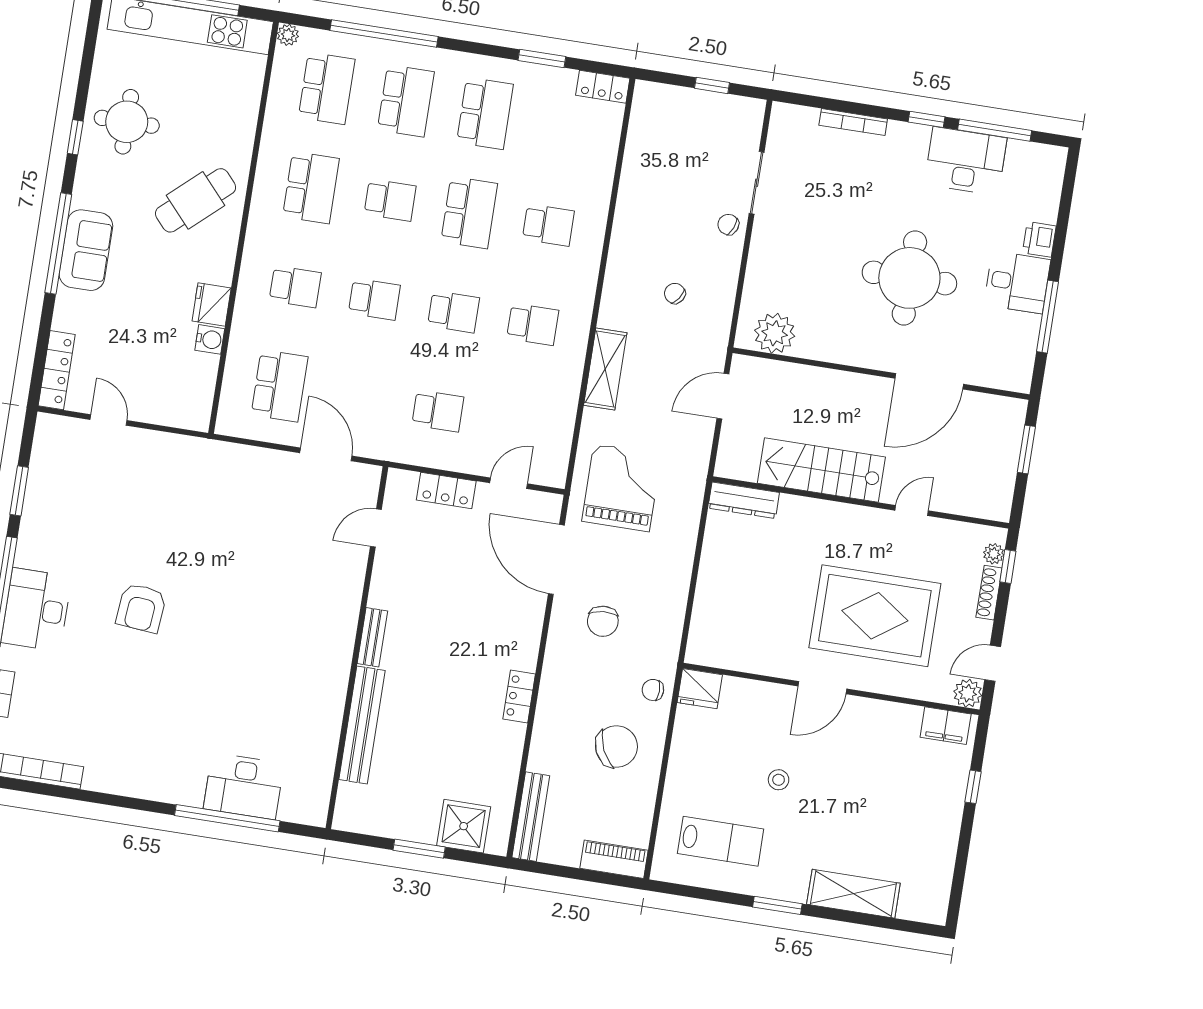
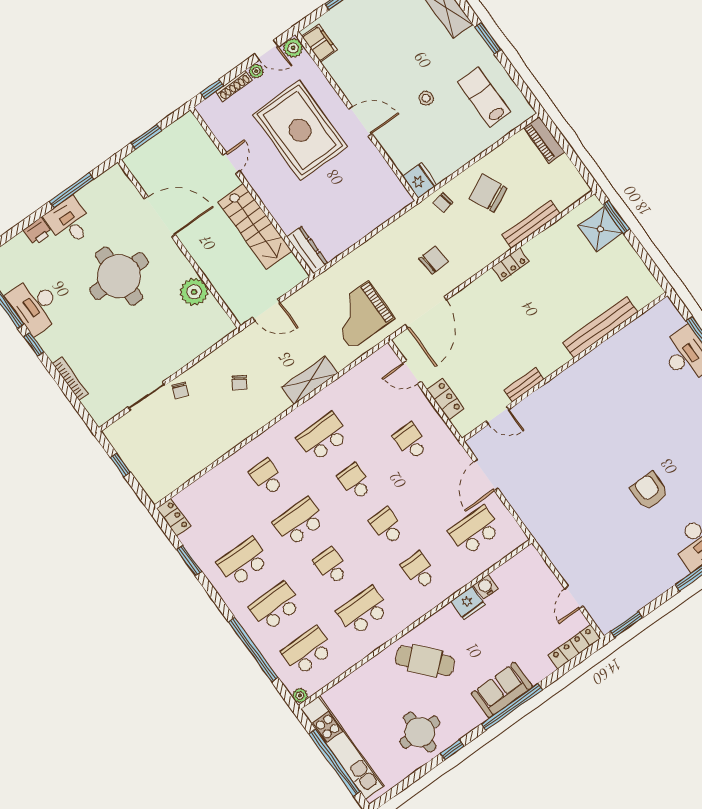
school desk: (533, 324) -> (323, 437), width x1.85
plant: (775, 333) -> (194, 292), moved
window: (19, 491) -> (626, 625), moved
door: (912, 511) -> (231, 163), swing flipped
plant: (994, 554) -> (256, 71), moved
armchair: (141, 608) -> (649, 491), turned -95
bench: (372, 637) -> (524, 385), moved
chair: (653, 690) -> (443, 203), turned 79
bench: (531, 817) -> (531, 224), moved
window: (419, 849) -> (616, 217), moved

